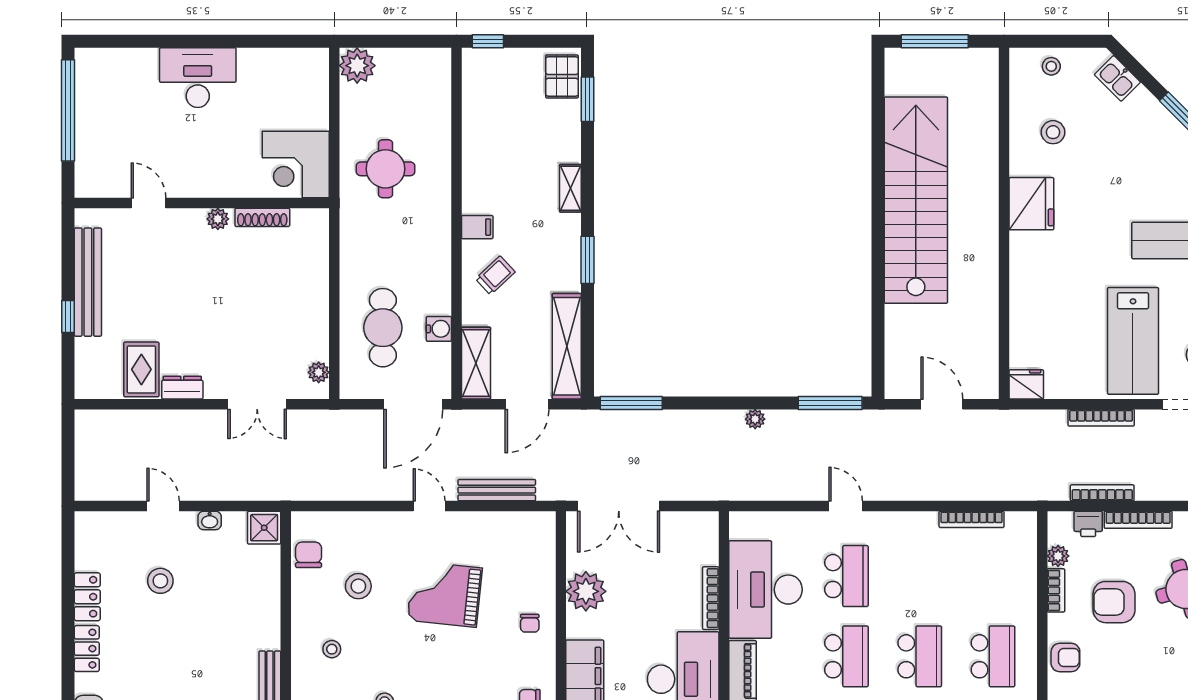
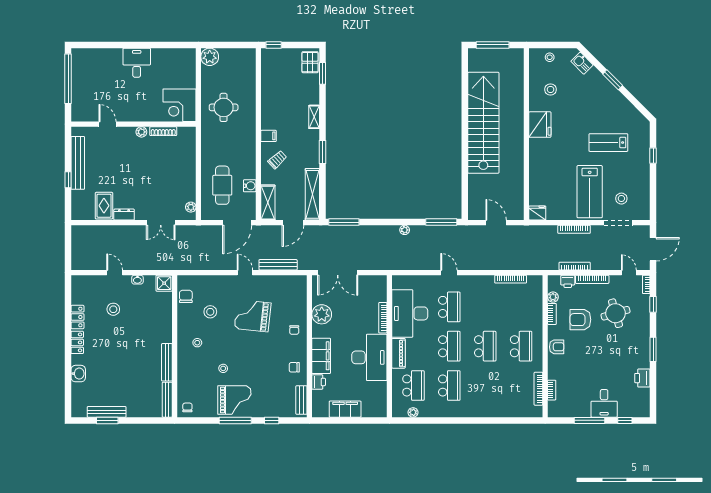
desk: (198, 78) -> (137, 63), width x0.73

